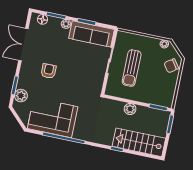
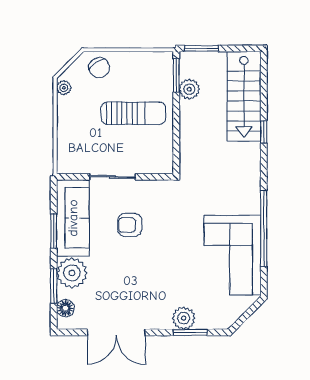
plant: (66, 24) -> (72, 273), width x1.88, depth x1.88
sun lounger: (132, 68) -> (133, 113), moved
armchair: (49, 71) -> (130, 225), moved
plant: (21, 96) -> (184, 318), moved
plant: (130, 109) -> (189, 89), moved

